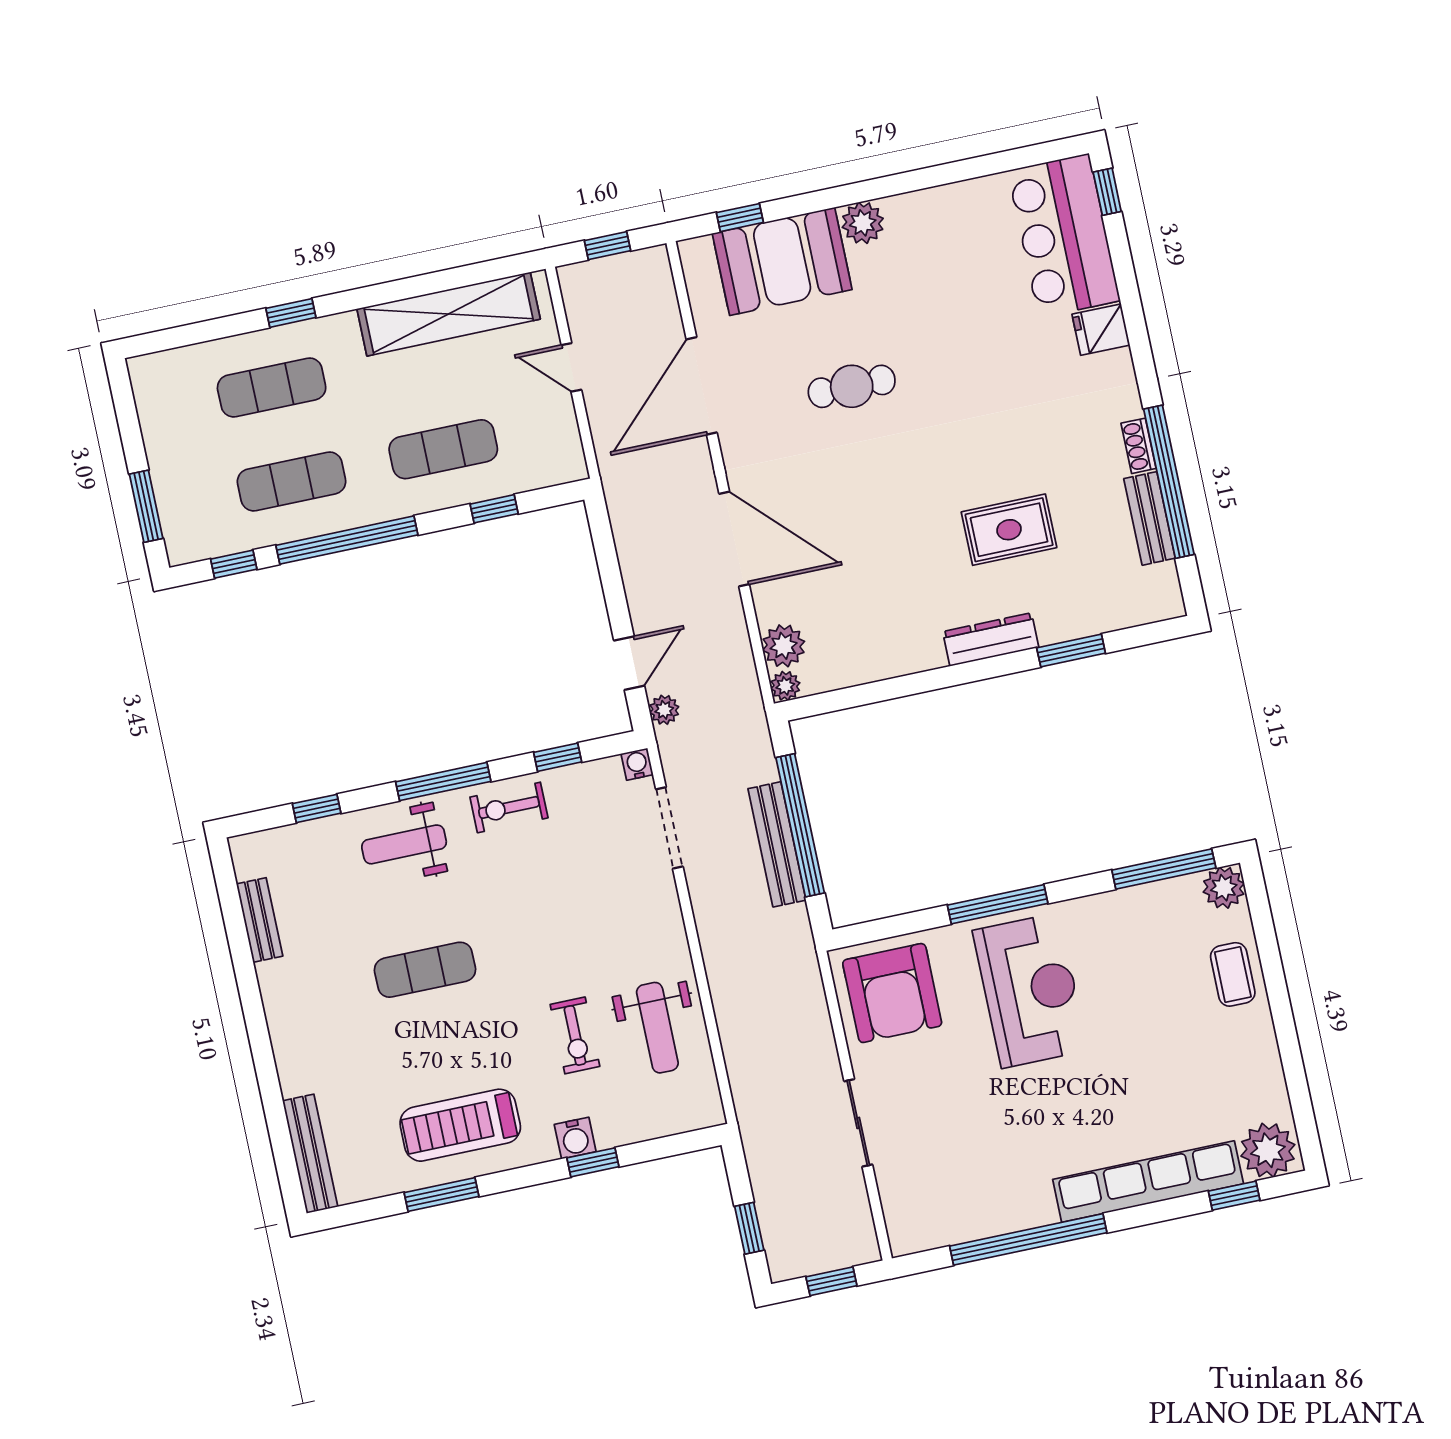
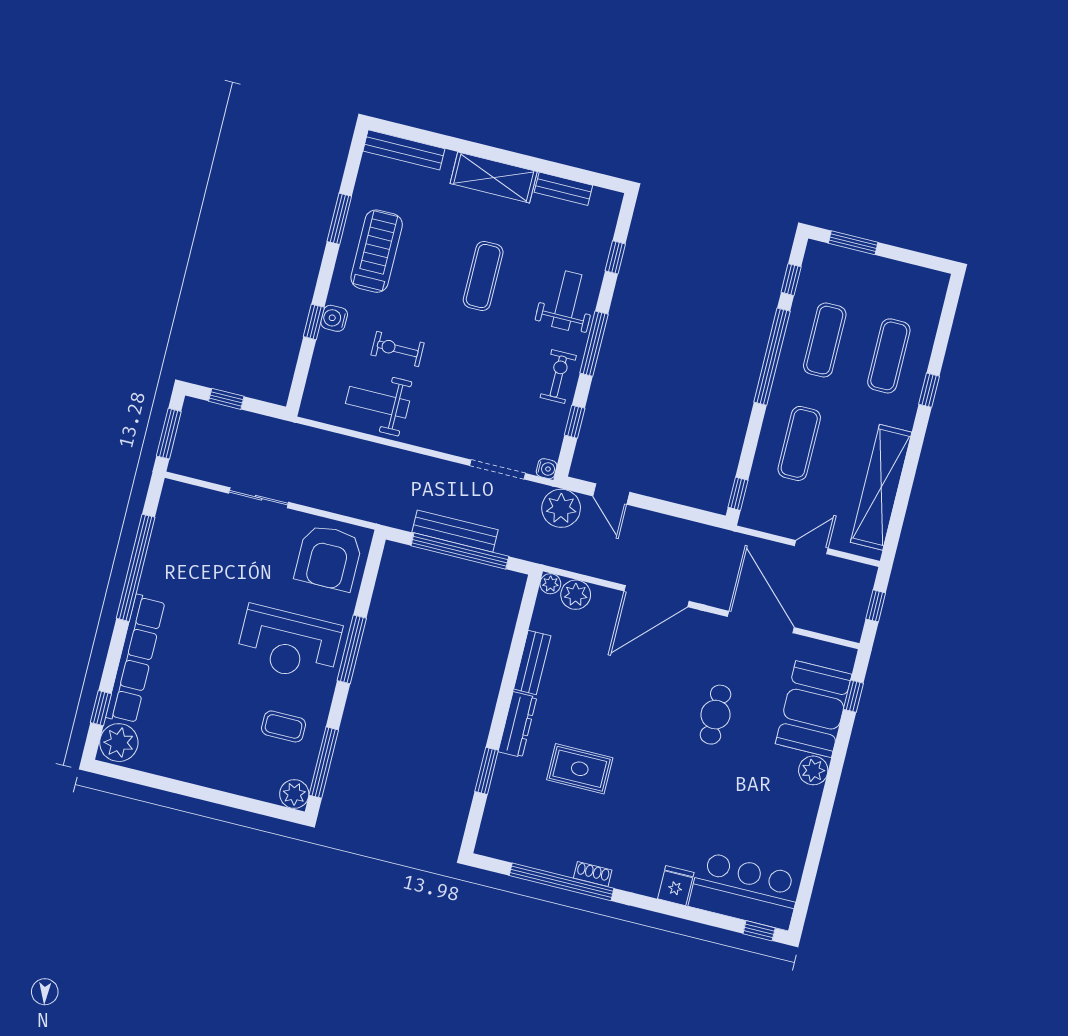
window: (494, 509) -> (738, 494), moved
bench: (1149, 518) -> (532, 662), moved, turned 90
rug: (1009, 530) -> (580, 769), turned 90
plant: (664, 710) -> (561, 508), width x1.88, depth x1.88
coffee table: (1233, 974) -> (284, 726), moved
armchair: (892, 993) -> (329, 558), turned -90
shelving: (289, 1019) -> (494, 177), added
window: (831, 1281) -> (169, 434), width x1.50

